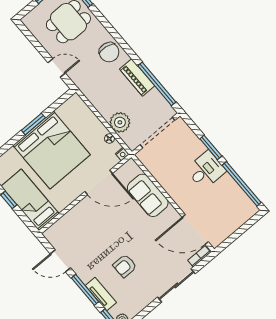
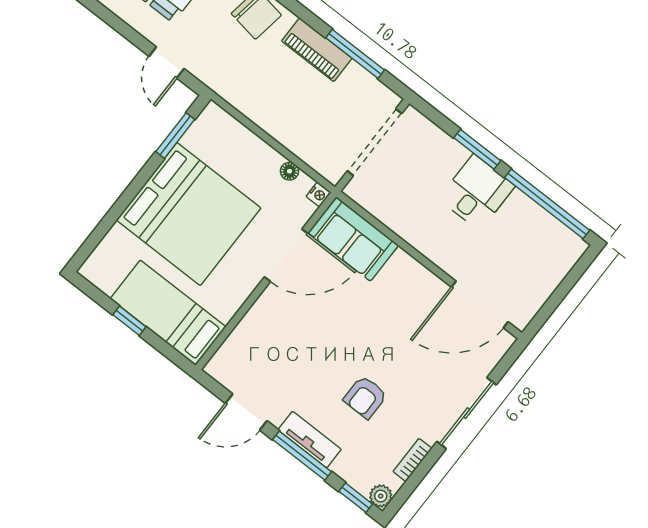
door: (57, 68) -> (167, 62), swing flipped
window: (157, 84) -> (355, 54), width x0.68
plant: (120, 122) -> (302, 138), removed
window: (33, 124) -> (175, 136), moved
sofa: (148, 195) -> (353, 239), moved
bookcase: (199, 256) -> (412, 460), moved
tv unit: (101, 294) -> (310, 440), moved

